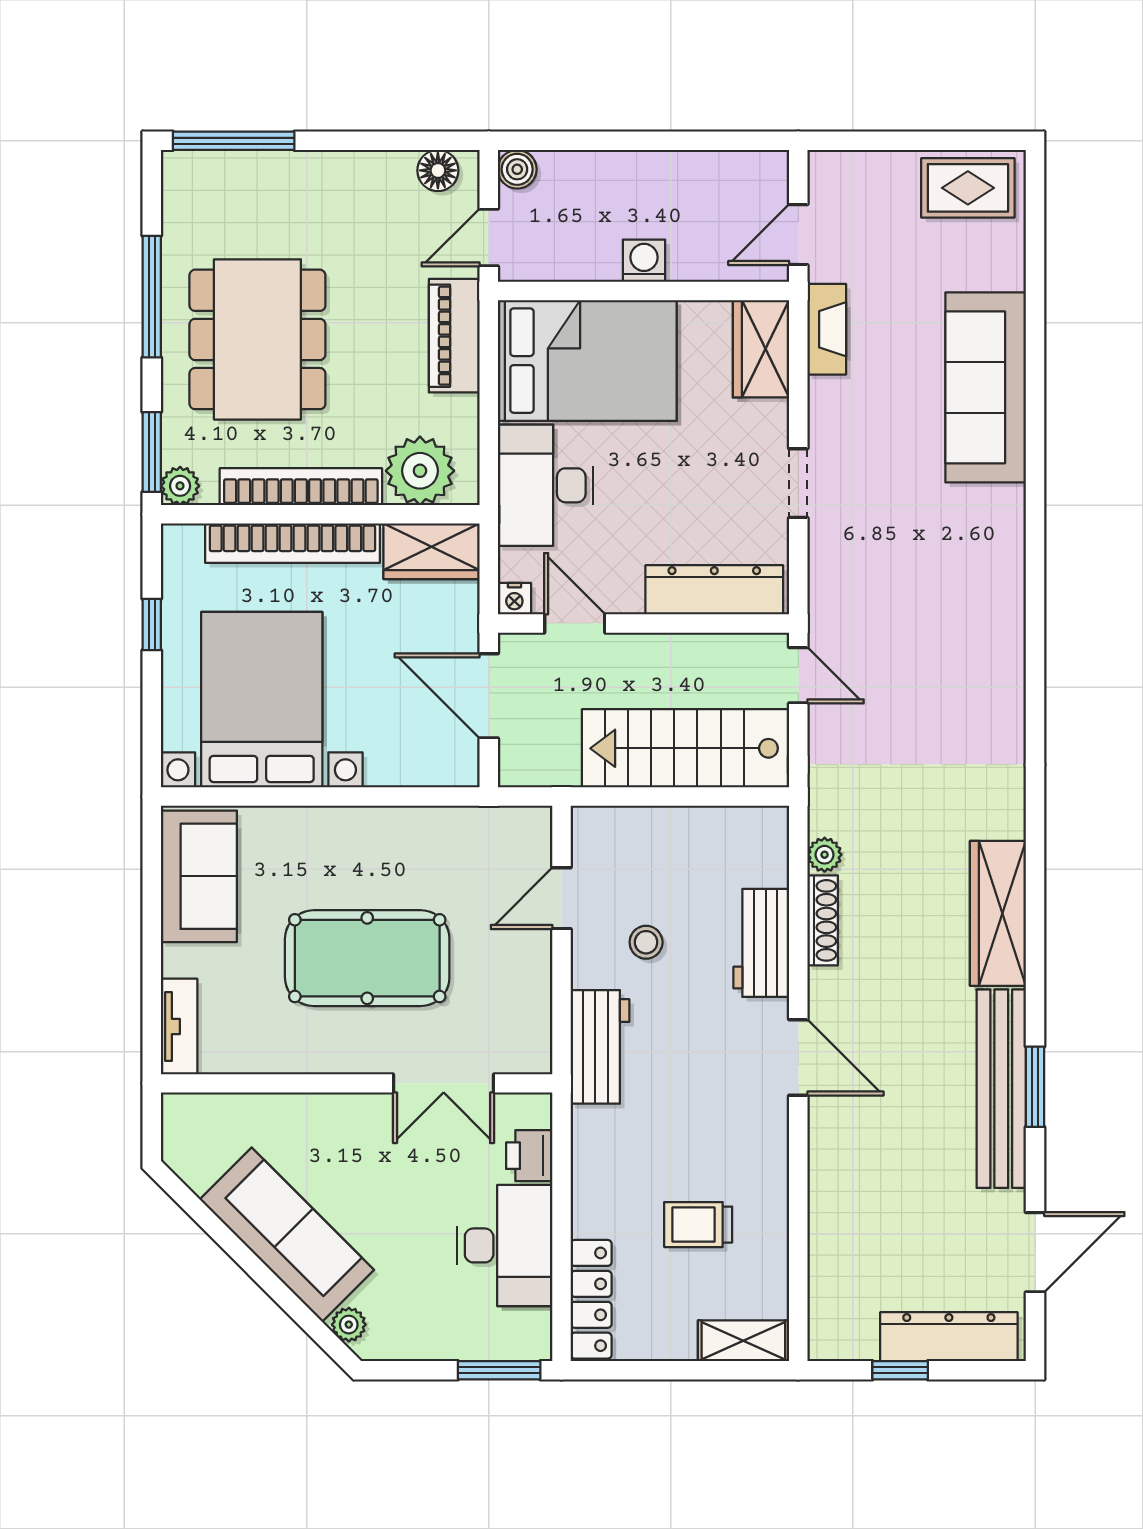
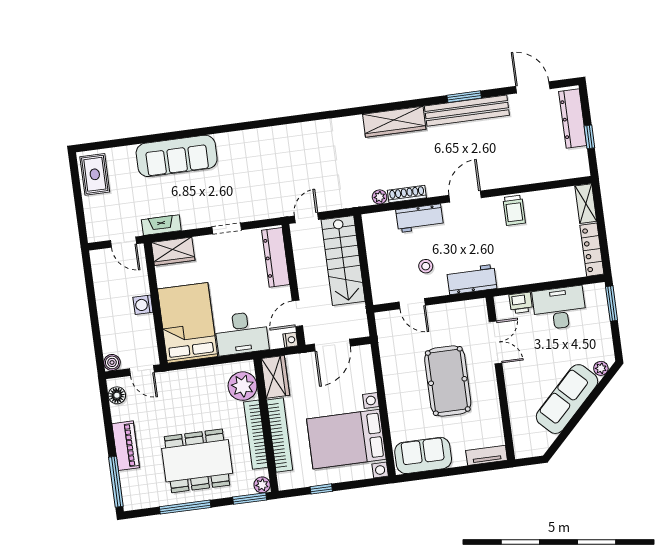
piano: (454, 336) -> (126, 446), moved, turned -90
trolley: (698, 1225) -> (514, 210), moved
locker: (591, 1299) -> (592, 250), moved, turned -90

